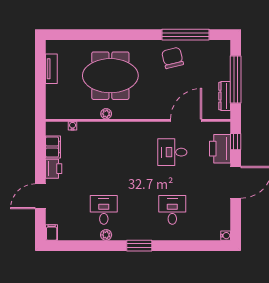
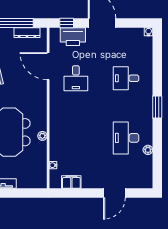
printer: (54, 169) -> (90, 182), removed
door: (40, 196) -> (114, 193), hinge flipped
desk: (104, 210) -> (126, 138), width x1.37
filing cabinet: (52, 233) -> (146, 183), removed
plant: (106, 235) -> (148, 150), moved

